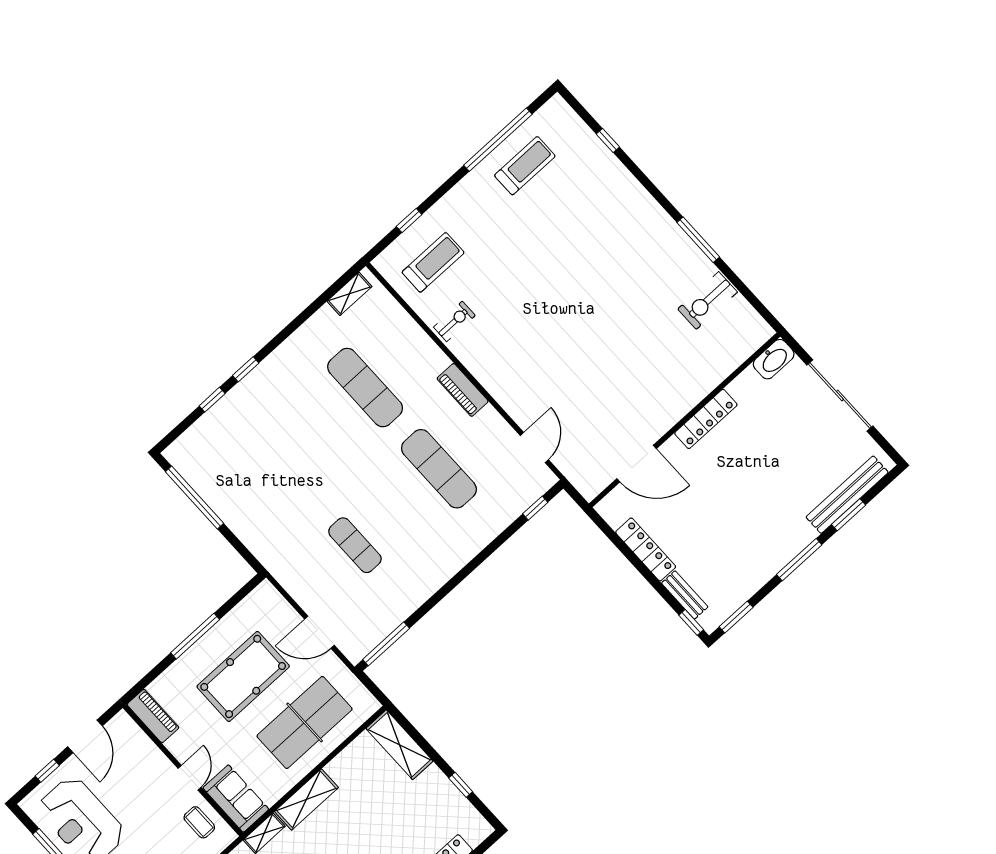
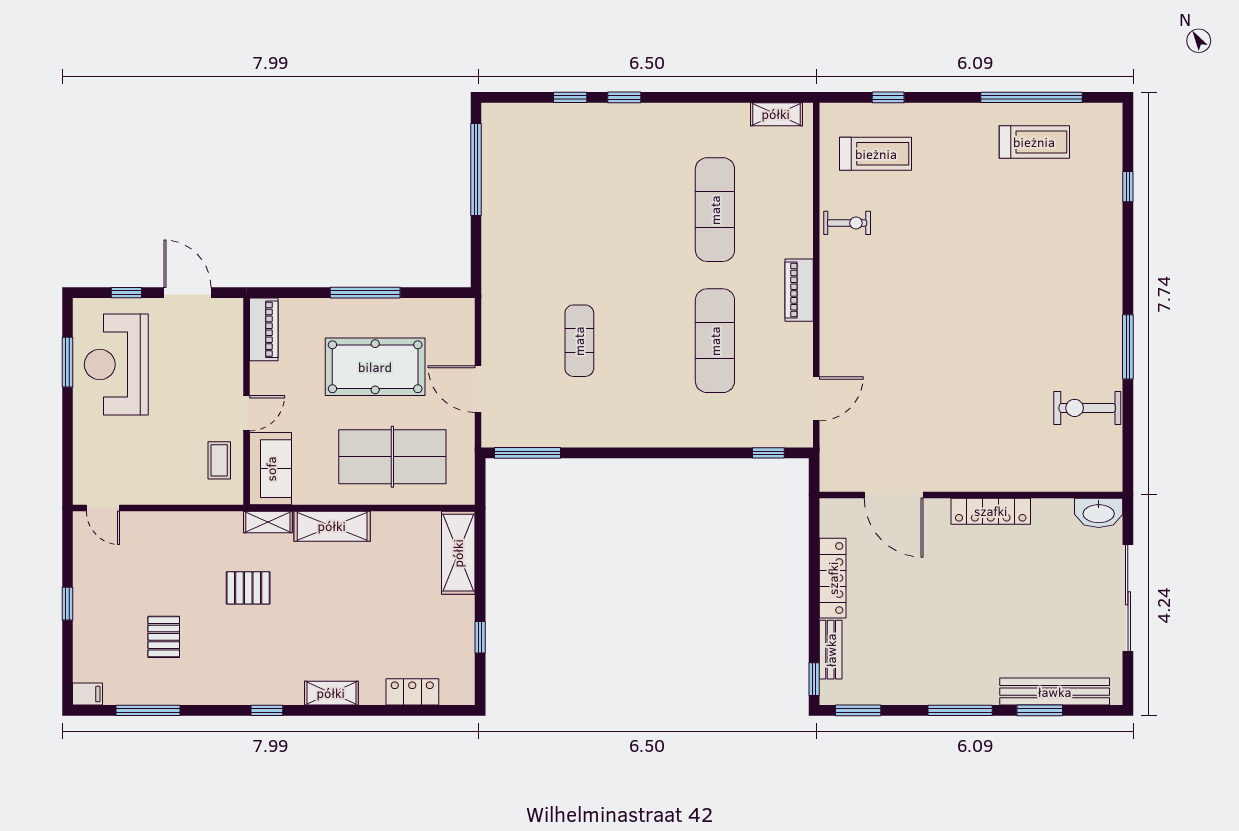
door: (85, 736) -> (187, 293), swing flipped

